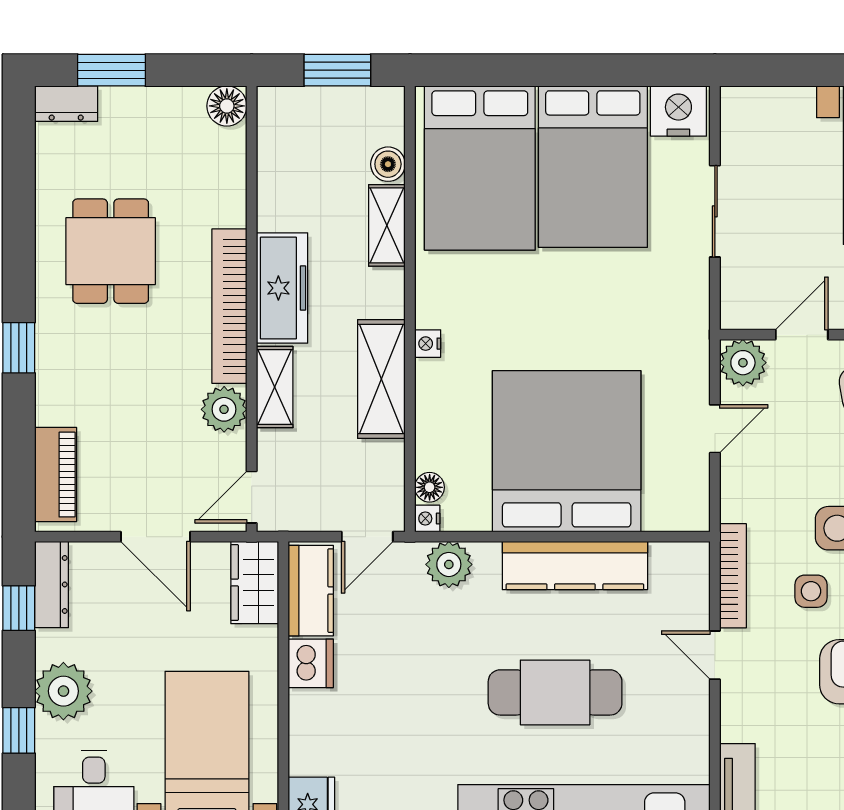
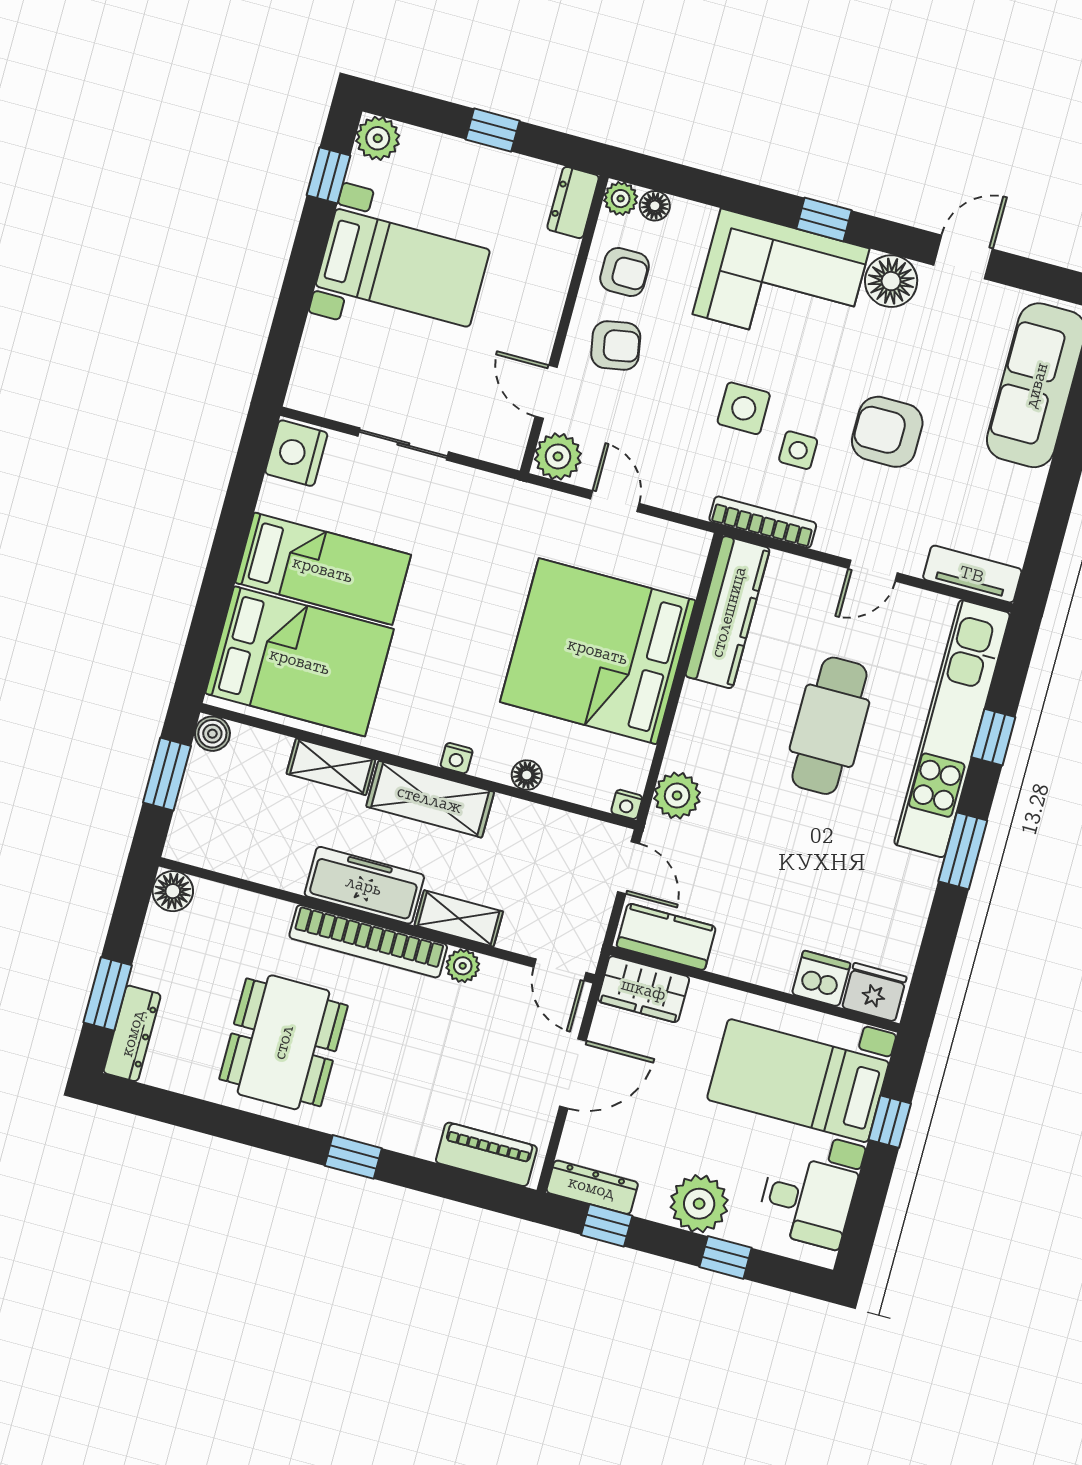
dresser: (66, 104) -> (132, 1033), width x1.44
boiler: (388, 164) -> (212, 734), moved
bed: (593, 167) -> (323, 569), width x0.67
dining table: (111, 251) -> (283, 1042), width x1.37
shelving: (381, 379) -> (430, 799), moved
plant: (224, 409) -> (463, 966), width x0.73, depth x0.73
floor lamp: (430, 487) -> (527, 775), moved
kitchen counter: (575, 566) -> (728, 612), moved
door: (715, 655) -> (873, 571), moved
dishwasher: (311, 663) -> (821, 979), moved

